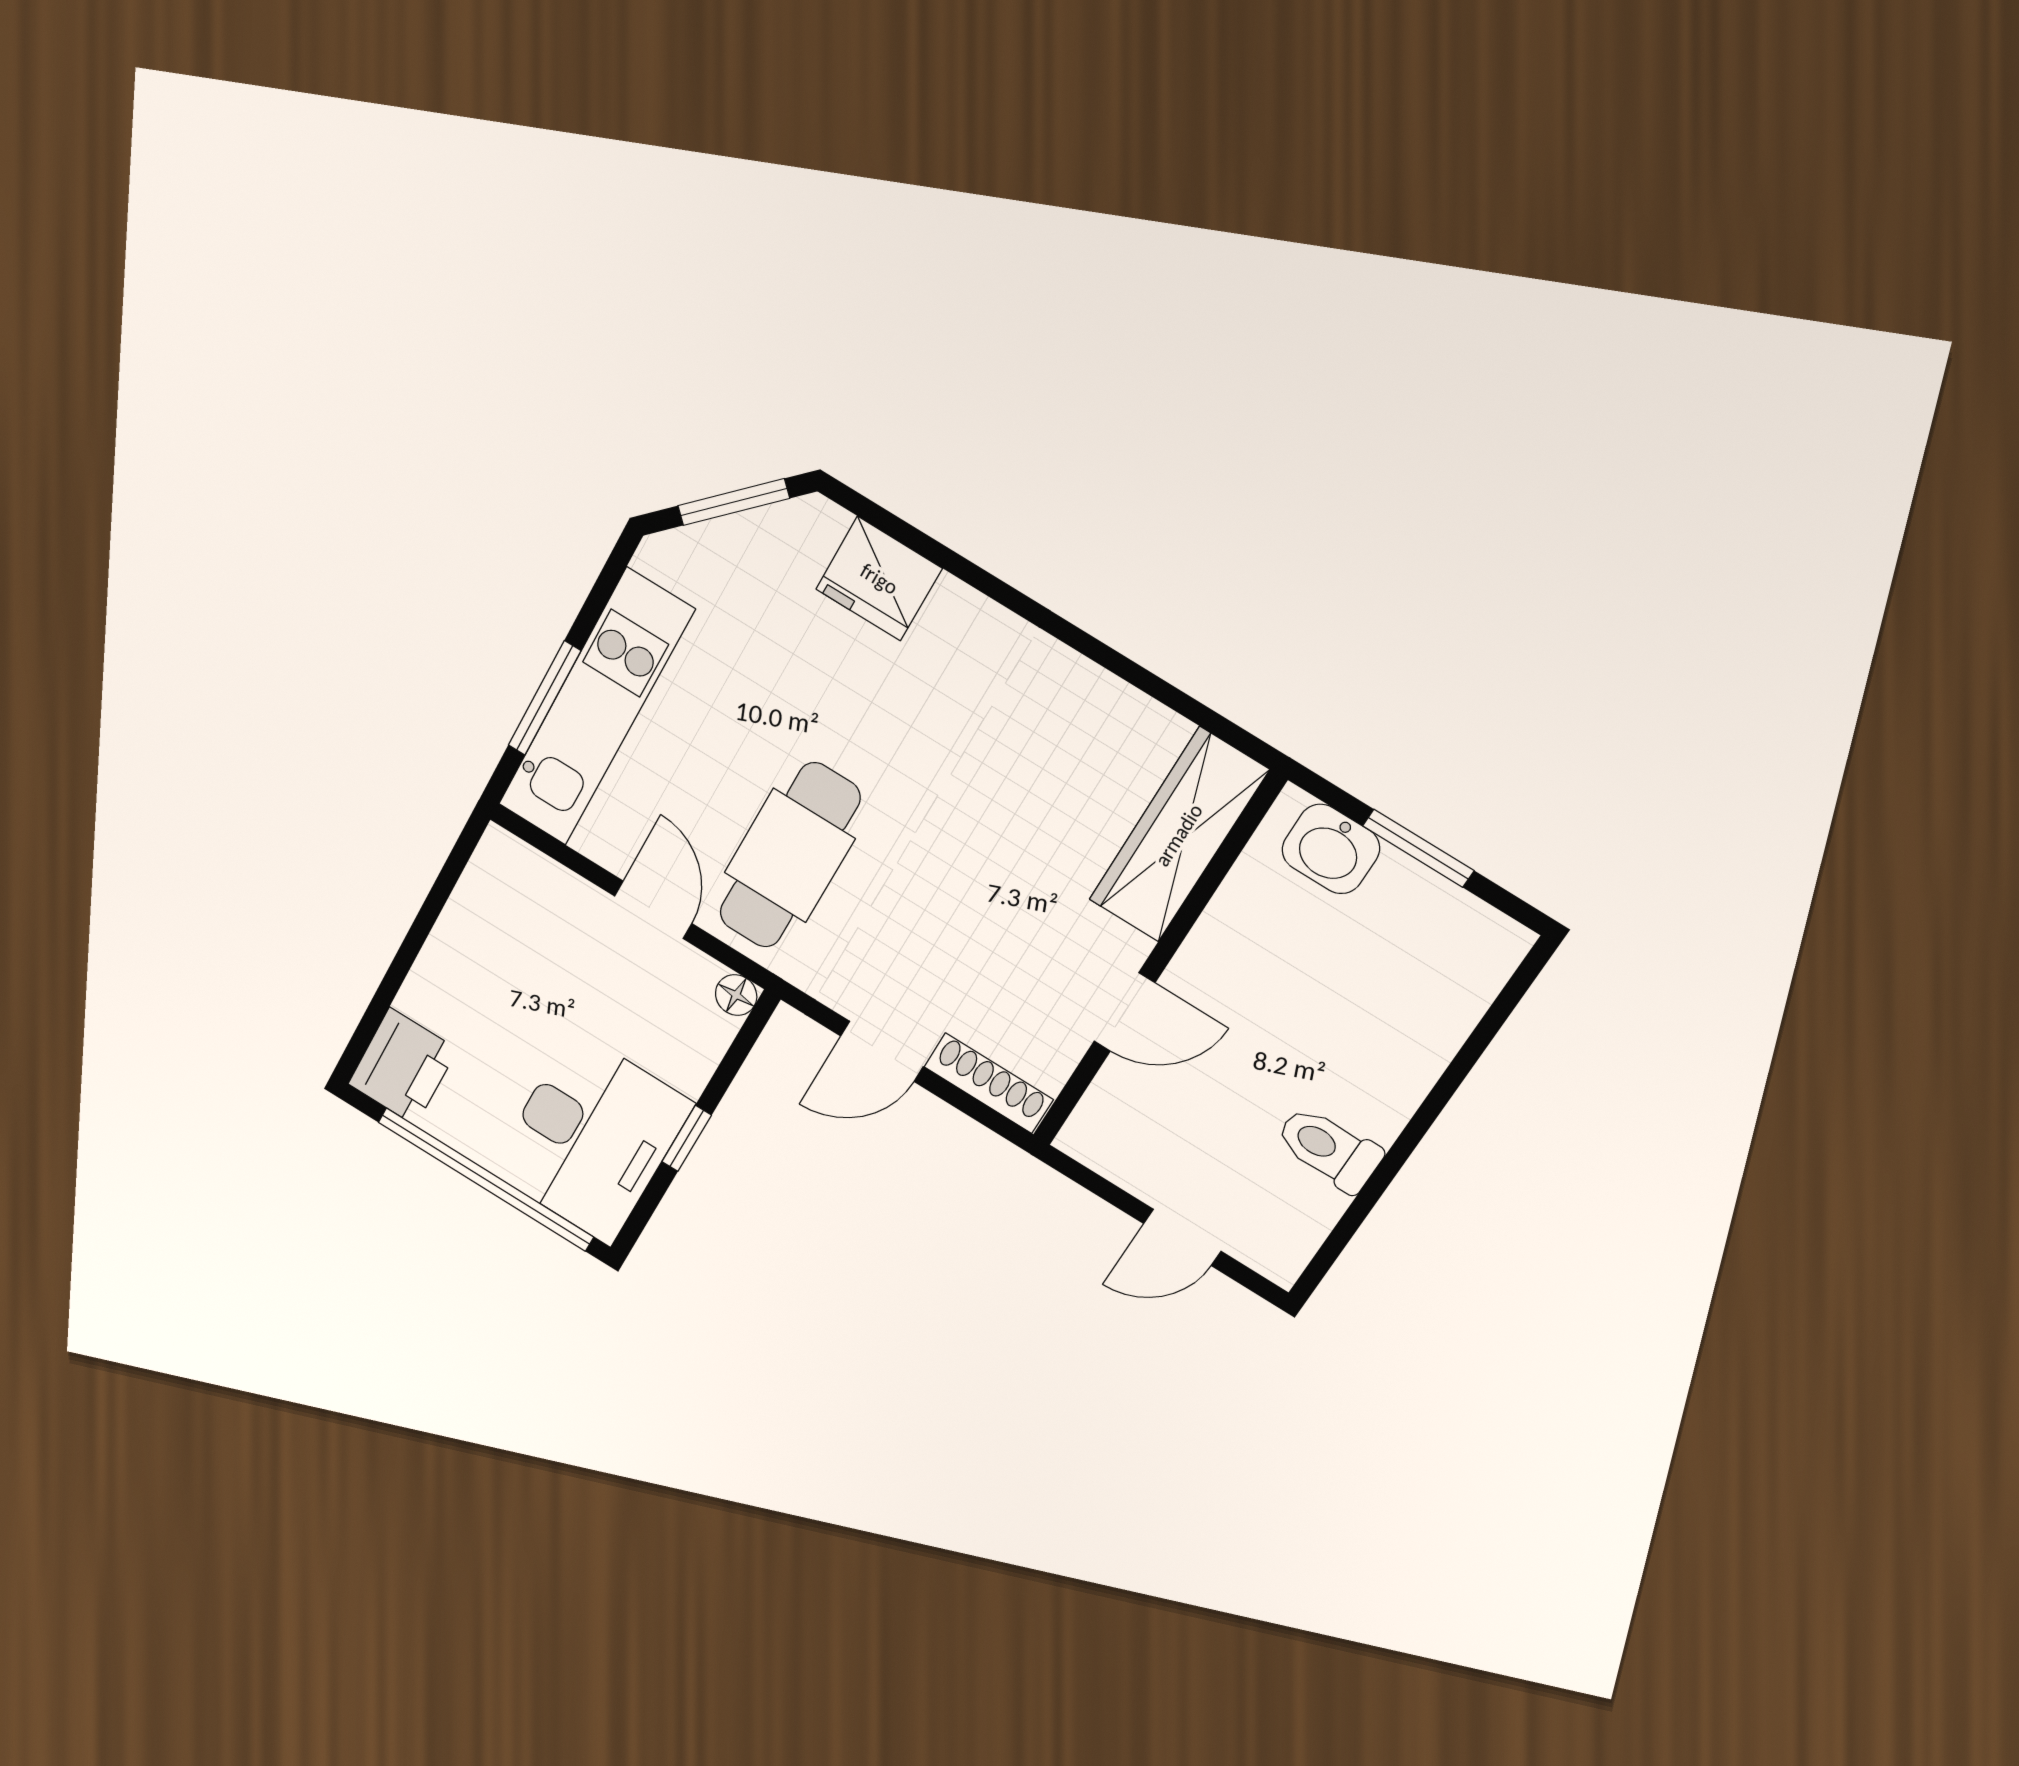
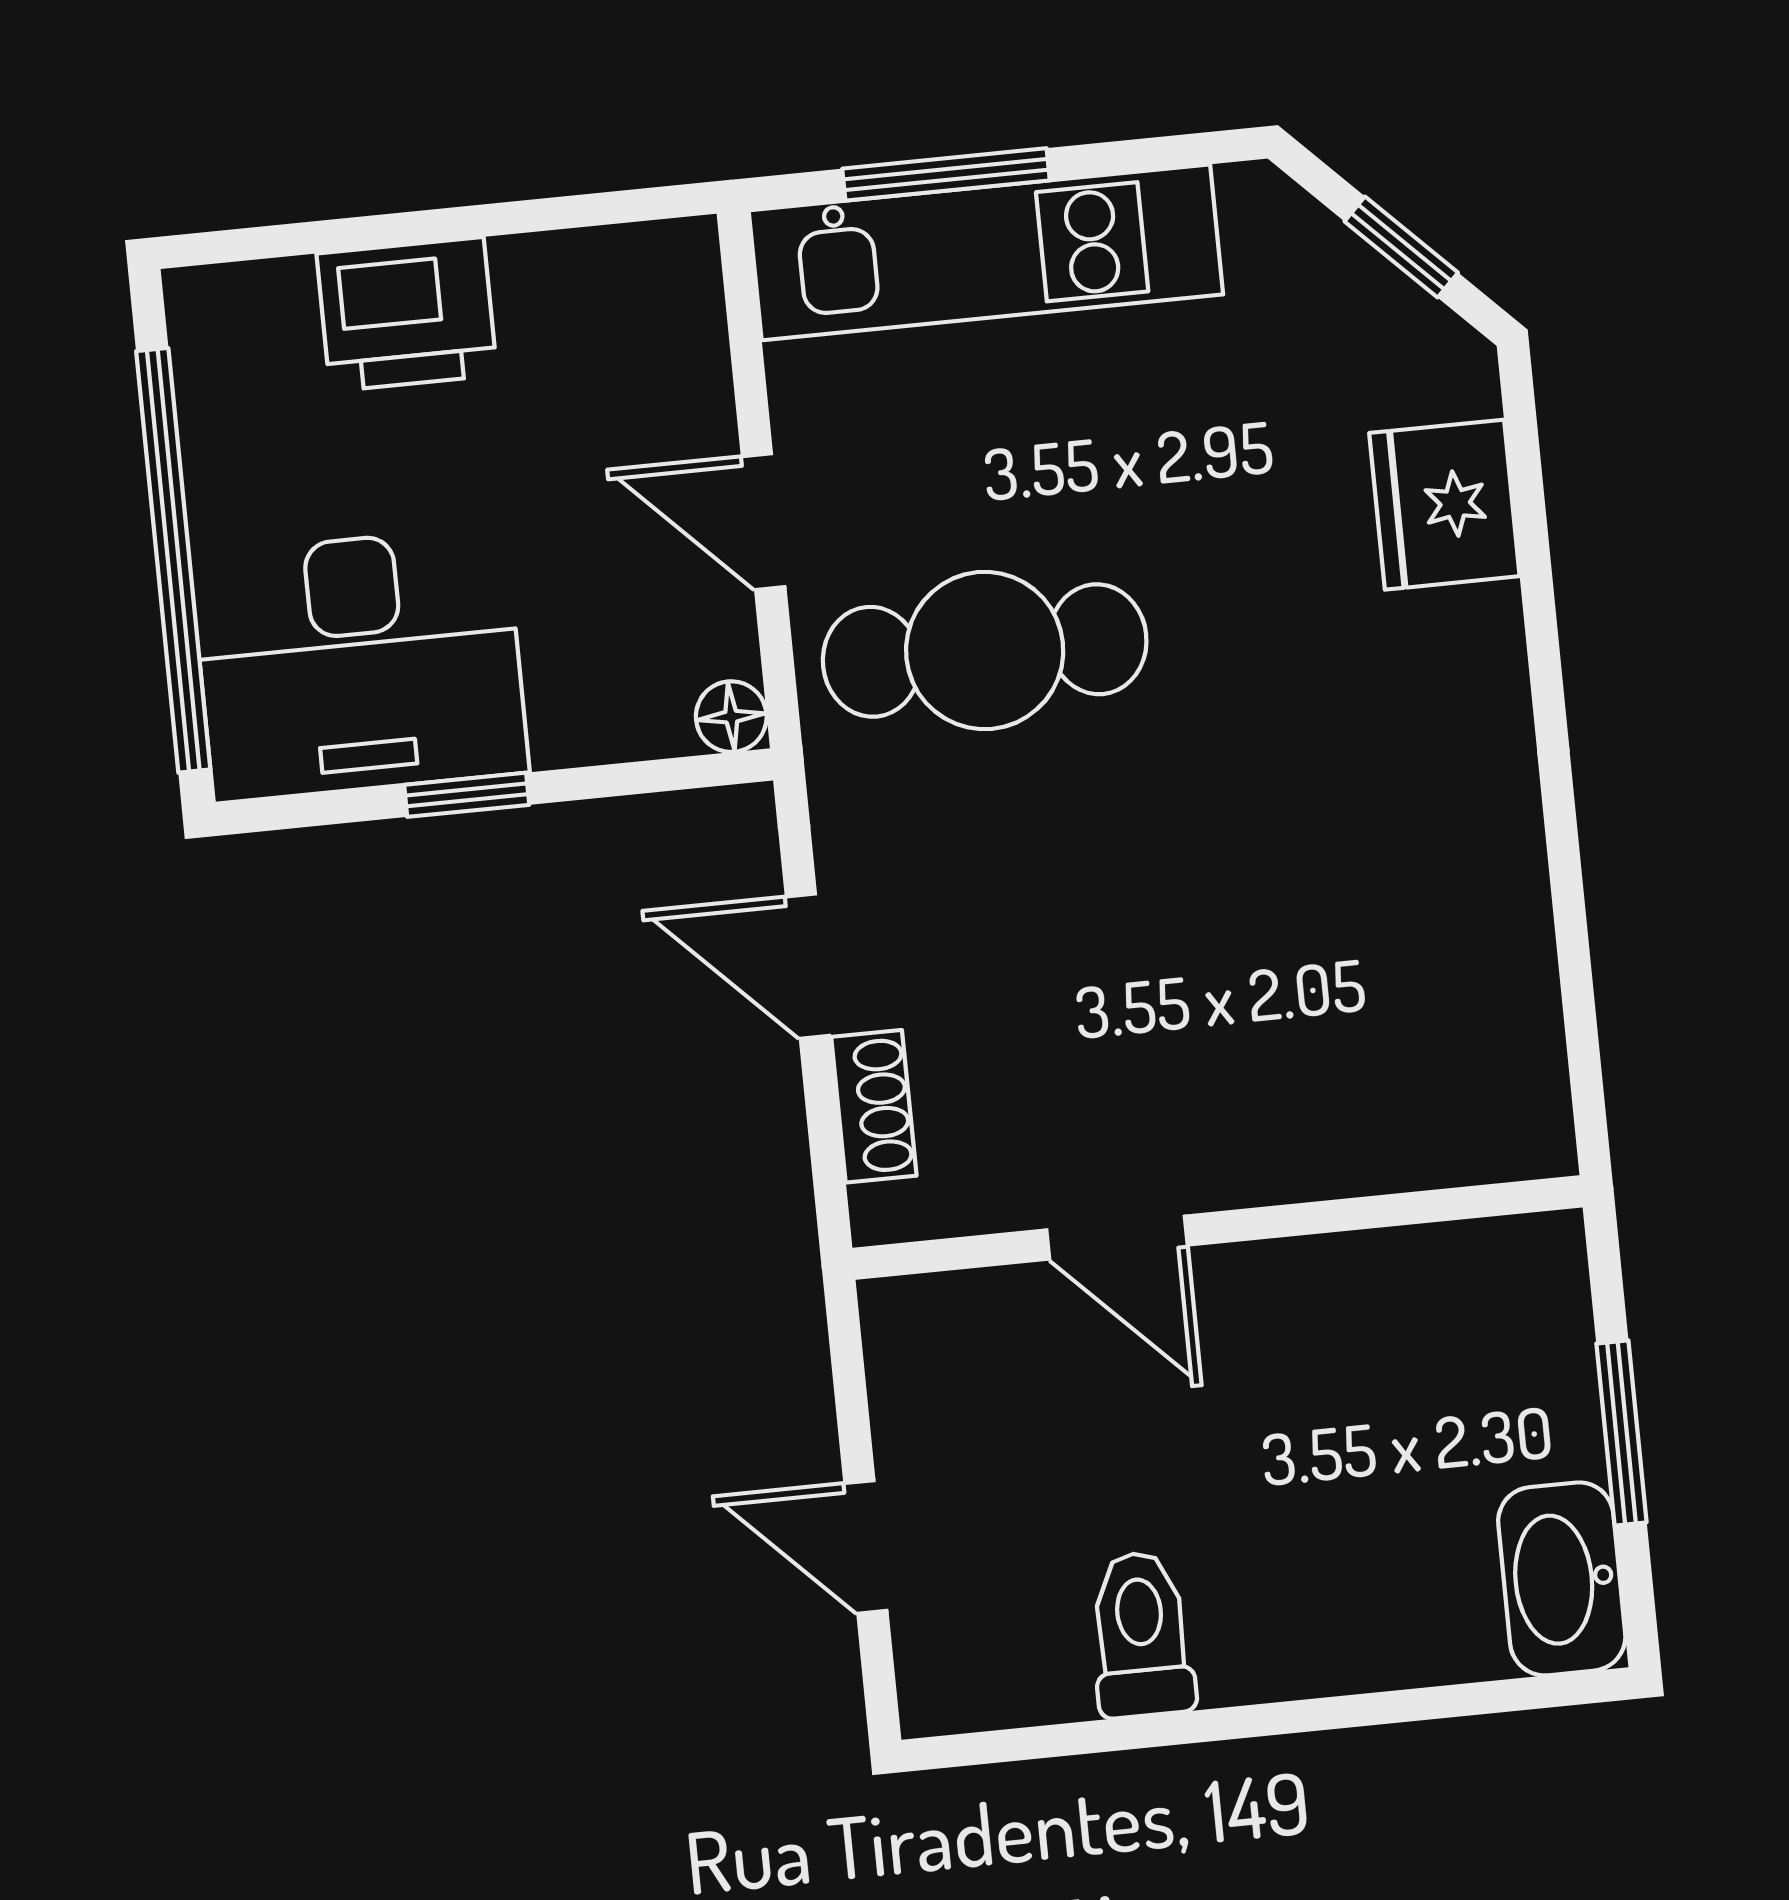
window: (734, 502) -> (1401, 247), width x0.67
wardrobe: (1179, 835) -> (1406, 1127), removed
washbasin: (1331, 849) -> (1562, 1579), moved, width x1.38
door: (653, 910) -> (764, 522), swing flipped
printer: (403, 1067) -> (407, 314), moved
shoe rack: (989, 1083) -> (874, 1106), width x0.70

